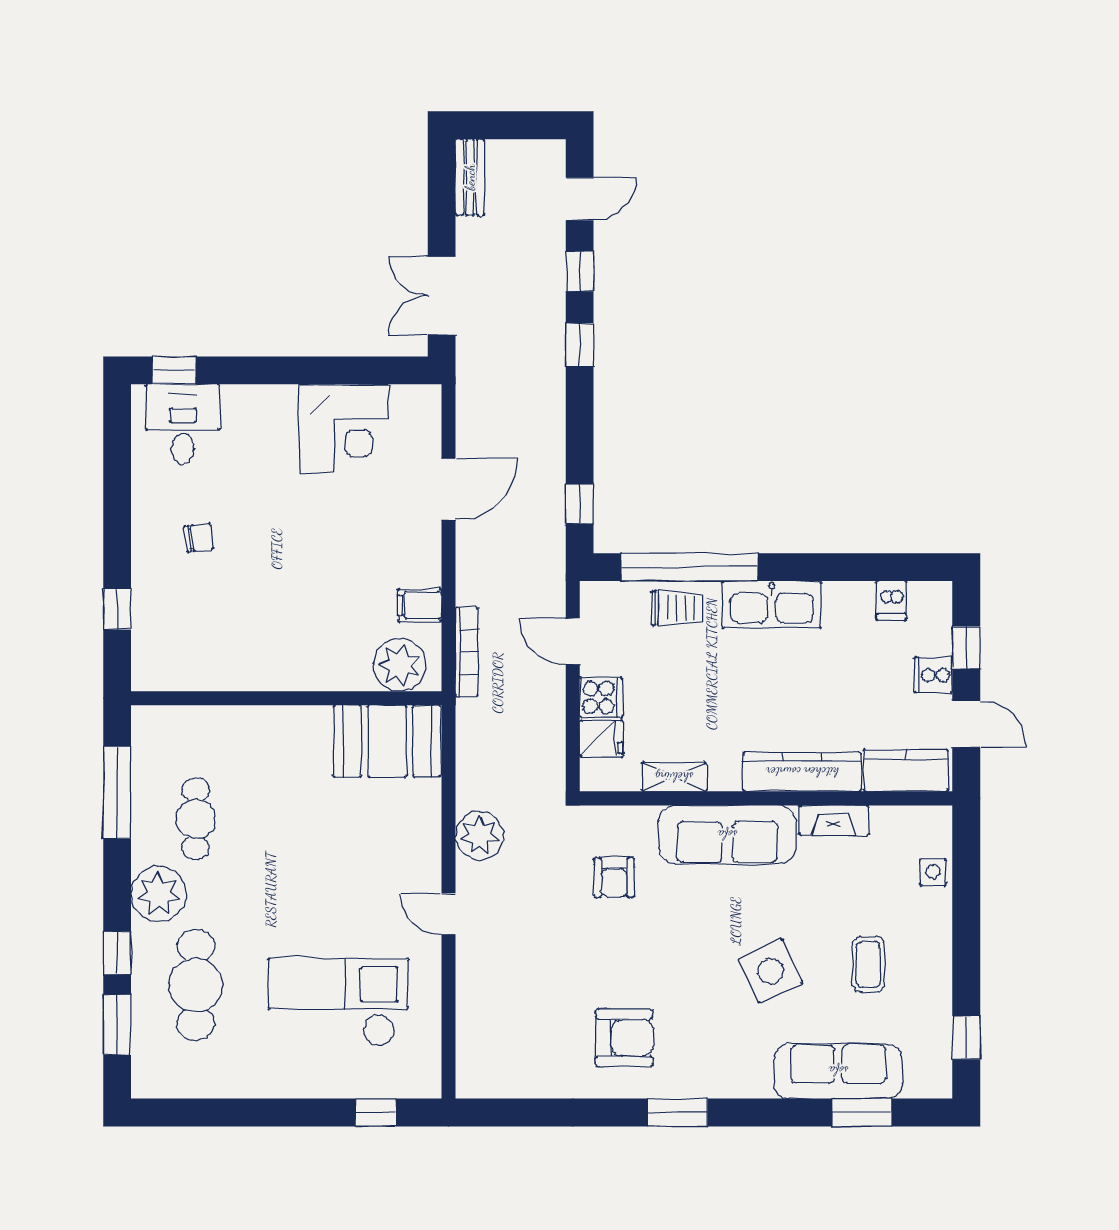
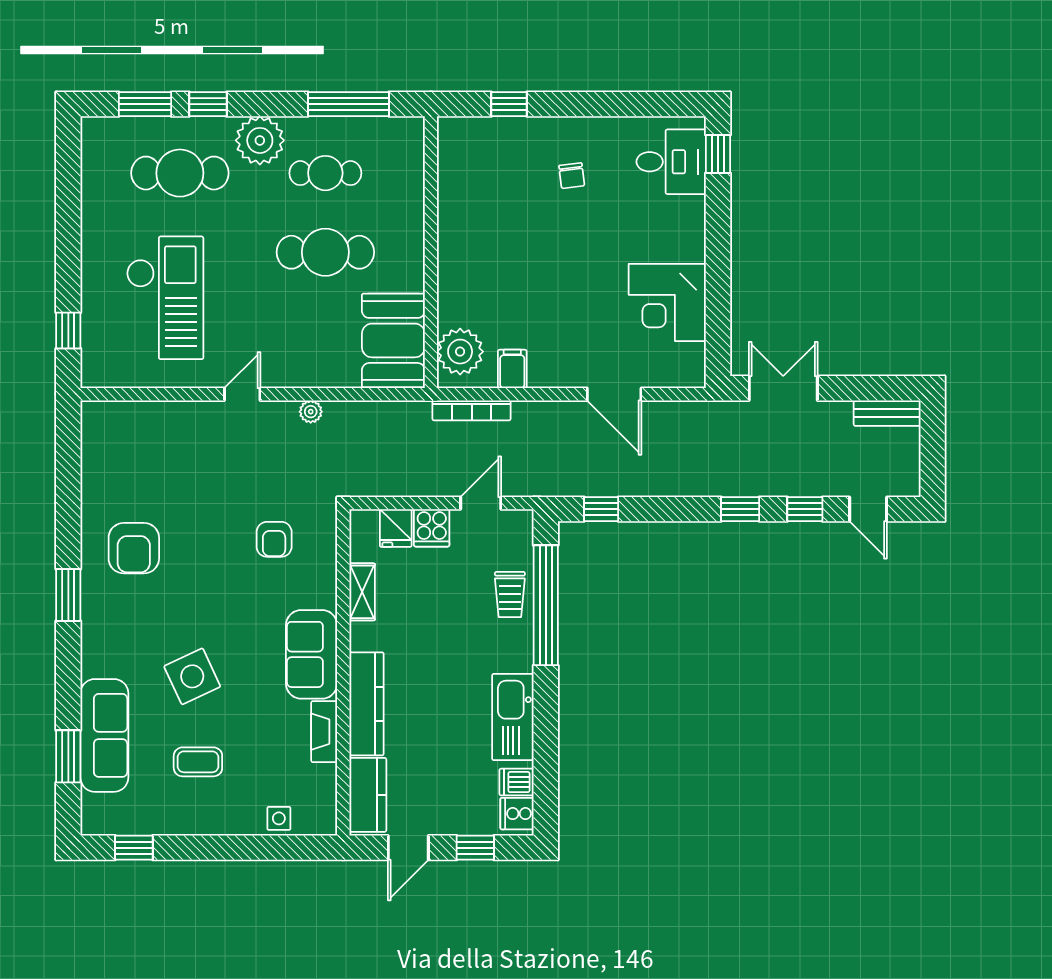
kitchen sink: (772, 605) -> (513, 717), moved
cooker: (933, 675) -> (517, 814), moved, turned -90
cafe table: (286, 819) -> (325, 252), added
sofa: (727, 835) -> (312, 654), width x0.73
plant: (480, 836) -> (311, 412), width x0.53, depth x0.53
armchair: (614, 877) -> (274, 539), turned -90

